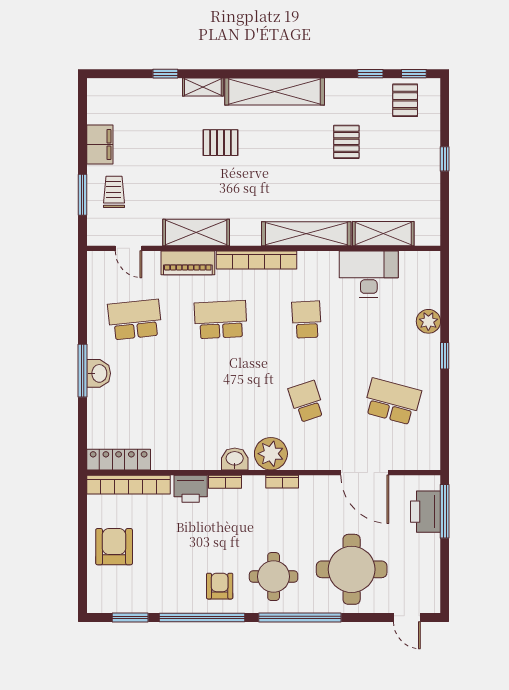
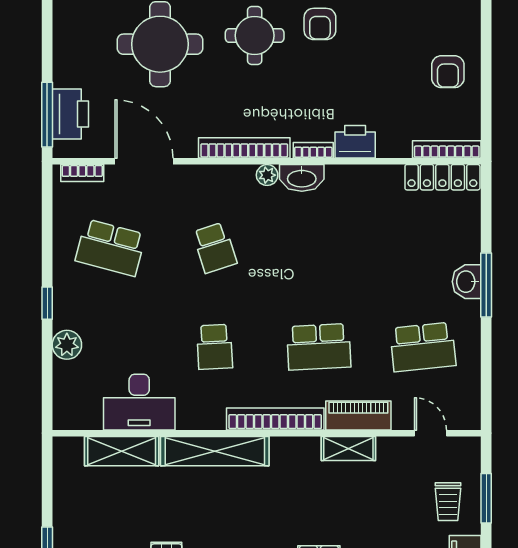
shelving: (196, 233) -> (348, 448), width x0.67, depth x0.75
plant: (271, 454) -> (267, 175), width x0.53, depth x0.53
washbasin: (235, 459) -> (302, 178), width x1.38
bookcase: (416, 463) -> (82, 173), added
bookcase: (282, 482) -> (244, 148), width x2.31, depth x1.31
bookcase: (128, 485) -> (447, 149), width x0.68, depth x0.76
armchair: (114, 547) -> (448, 72), width x0.72, depth x0.72

